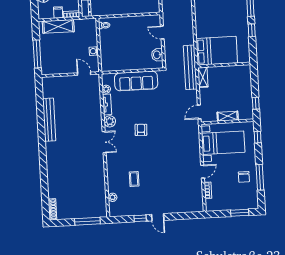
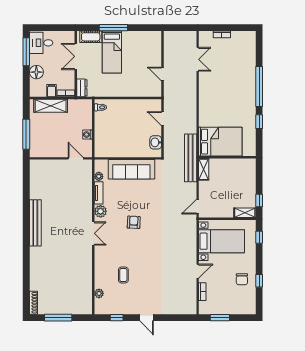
shelving: (228, 116) -> (245, 213), moved
bench: (49, 120) -> (35, 223), moved
window: (260, 177) -> (259, 281), width x0.46
window: (240, 213) -> (220, 318), moved
window: (140, 218) -> (117, 318), moved
window: (87, 221) -> (58, 318), moved

